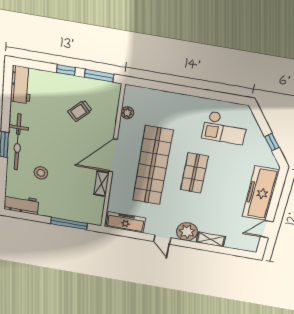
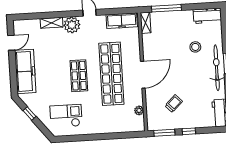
shelving: (101, 184) -> (145, 23), moved

